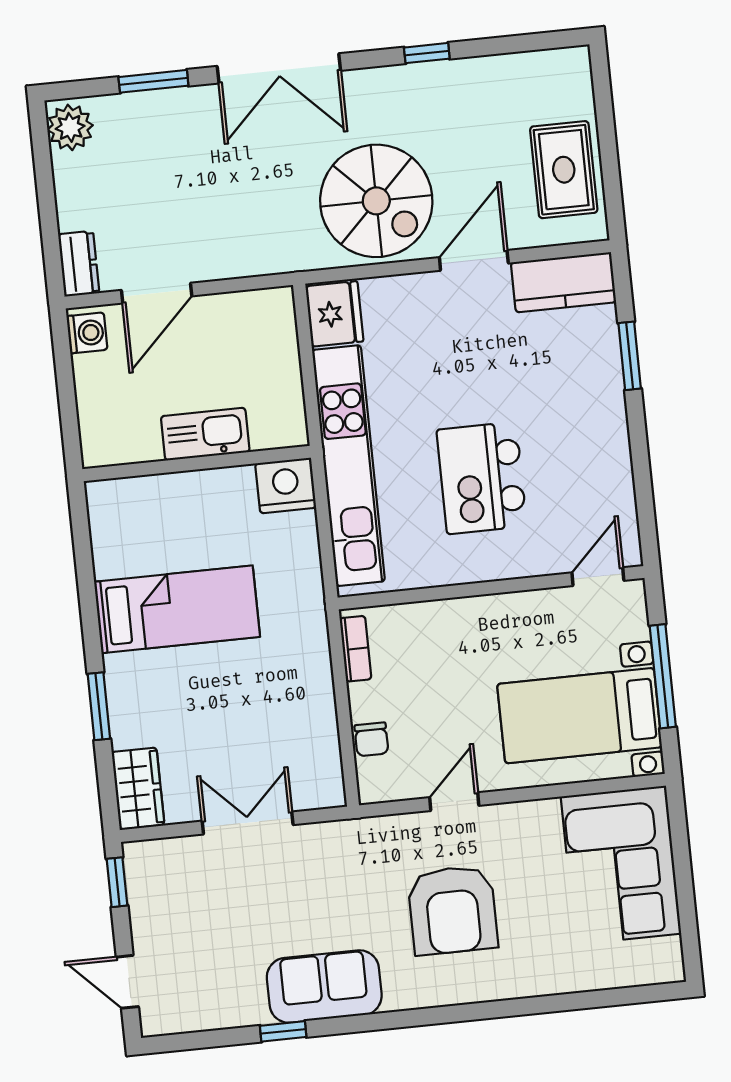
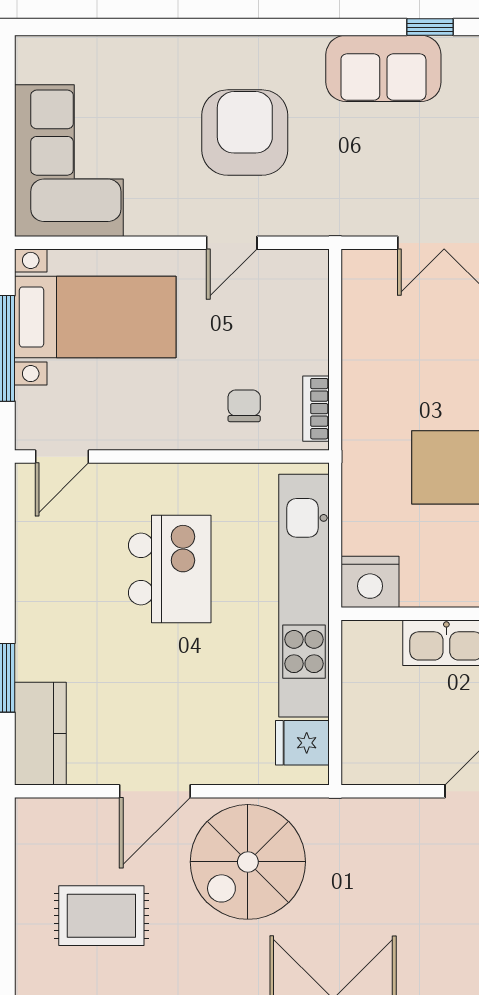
rug: (564, 170) -> (101, 916), moved, turned 90
spiral stairs: (376, 201) -> (248, 862), turned -90
kitchen counter: (563, 282) -> (40, 734), moved, turned 90
fridge: (334, 314) -> (302, 743), width x0.72
chair: (371, 739) -> (244, 406), moved

